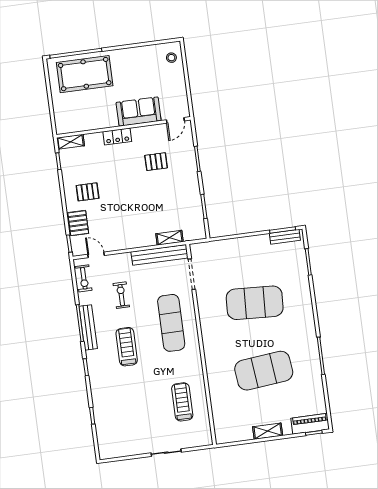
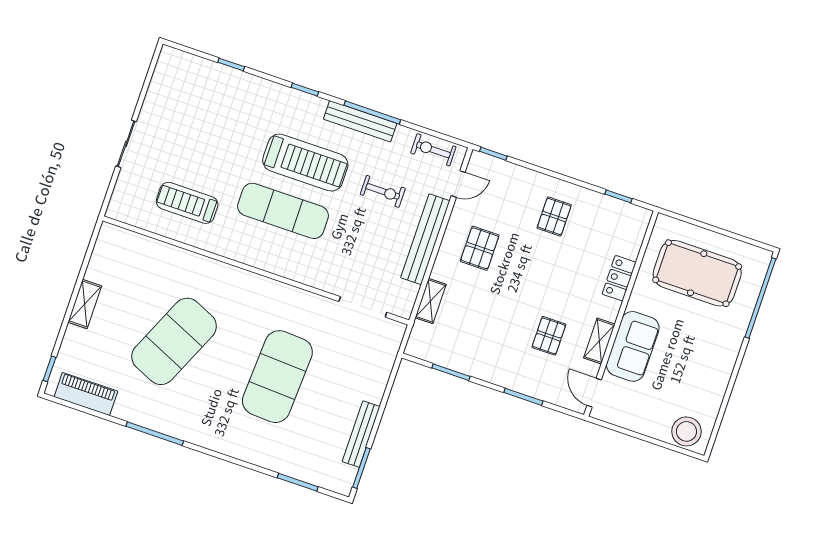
stool: (171, 58) -> (686, 431), width x1.89, depth x1.89
pool table: (85, 74) -> (697, 273), moved, turned 90
locker: (117, 136) -> (619, 278), moved
shelving: (70, 142) -> (599, 341), moved
pallet: (78, 223) -> (480, 248), moved, turned 90
bench: (285, 237) -> (361, 434), moved, width x1.36
bench: (160, 255) -> (425, 239), moved
exercise mat: (171, 323) -> (283, 211), moved
treadmill: (127, 347) -> (305, 163), width x1.37, depth x1.38
exercise mat: (264, 371) -> (174, 341), turned 30
treadmill: (182, 402) -> (187, 203), turned 180
piano: (310, 424) -> (86, 394), moved, turned -90

